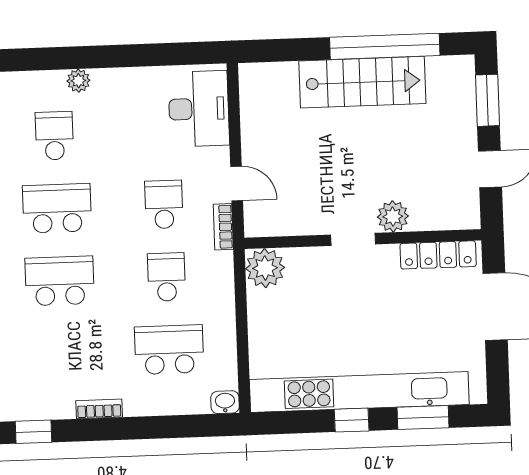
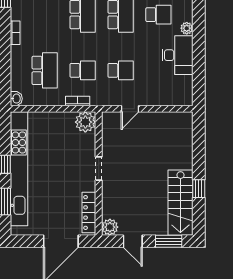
window: (385, 46) -> (199, 189), width x0.32
stairs: (362, 82) -> (180, 203), moved
desk: (199, 109) -> (177, 55), moved, turned -90
plant: (393, 216) -> (110, 227), moved
bookcase: (223, 227) -> (78, 101), moved

